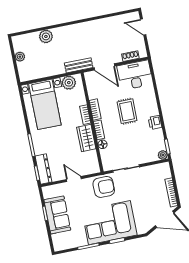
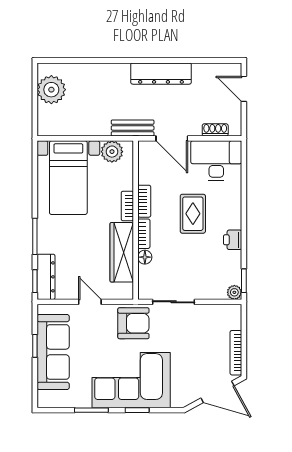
dresser: (90, 28) -> (161, 74), added
plant: (46, 36) -> (91, 73), removed
plant: (20, 57) -> (51, 90), width x1.88, depth x1.88
wardrobe: (86, 138) -> (122, 252), width x1.50
sofa: (57, 215) -> (53, 352), width x1.36

